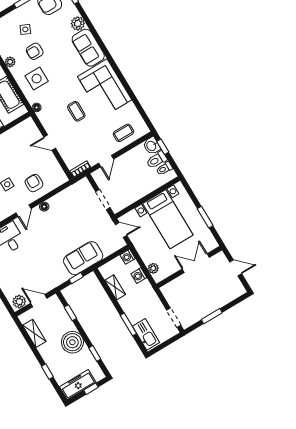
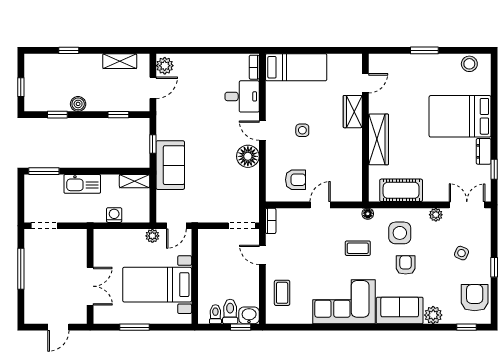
armchair: (35, 51) -> (406, 265), moved
coffee table: (76, 111) -> (358, 248), moved
armchair: (34, 183) -> (295, 180), moved
doorway: (103, 200) -> (242, 226), moved
floor lamp: (44, 207) -> (248, 156), width x1.89, depth x1.89
washing machine: (128, 257) -> (142, 215), removed
plant: (153, 268) -> (152, 236), moved
shelving: (115, 287) -> (135, 181), moved
window: (212, 316) -> (21, 269), width x1.44
window: (128, 324) -> (44, 171), moved
kitchen sink: (146, 334) -> (82, 184), moved
boiler: (72, 342) -> (78, 104), width x0.54, depth x0.54
freezer: (78, 385) -> (34, 75), removed

